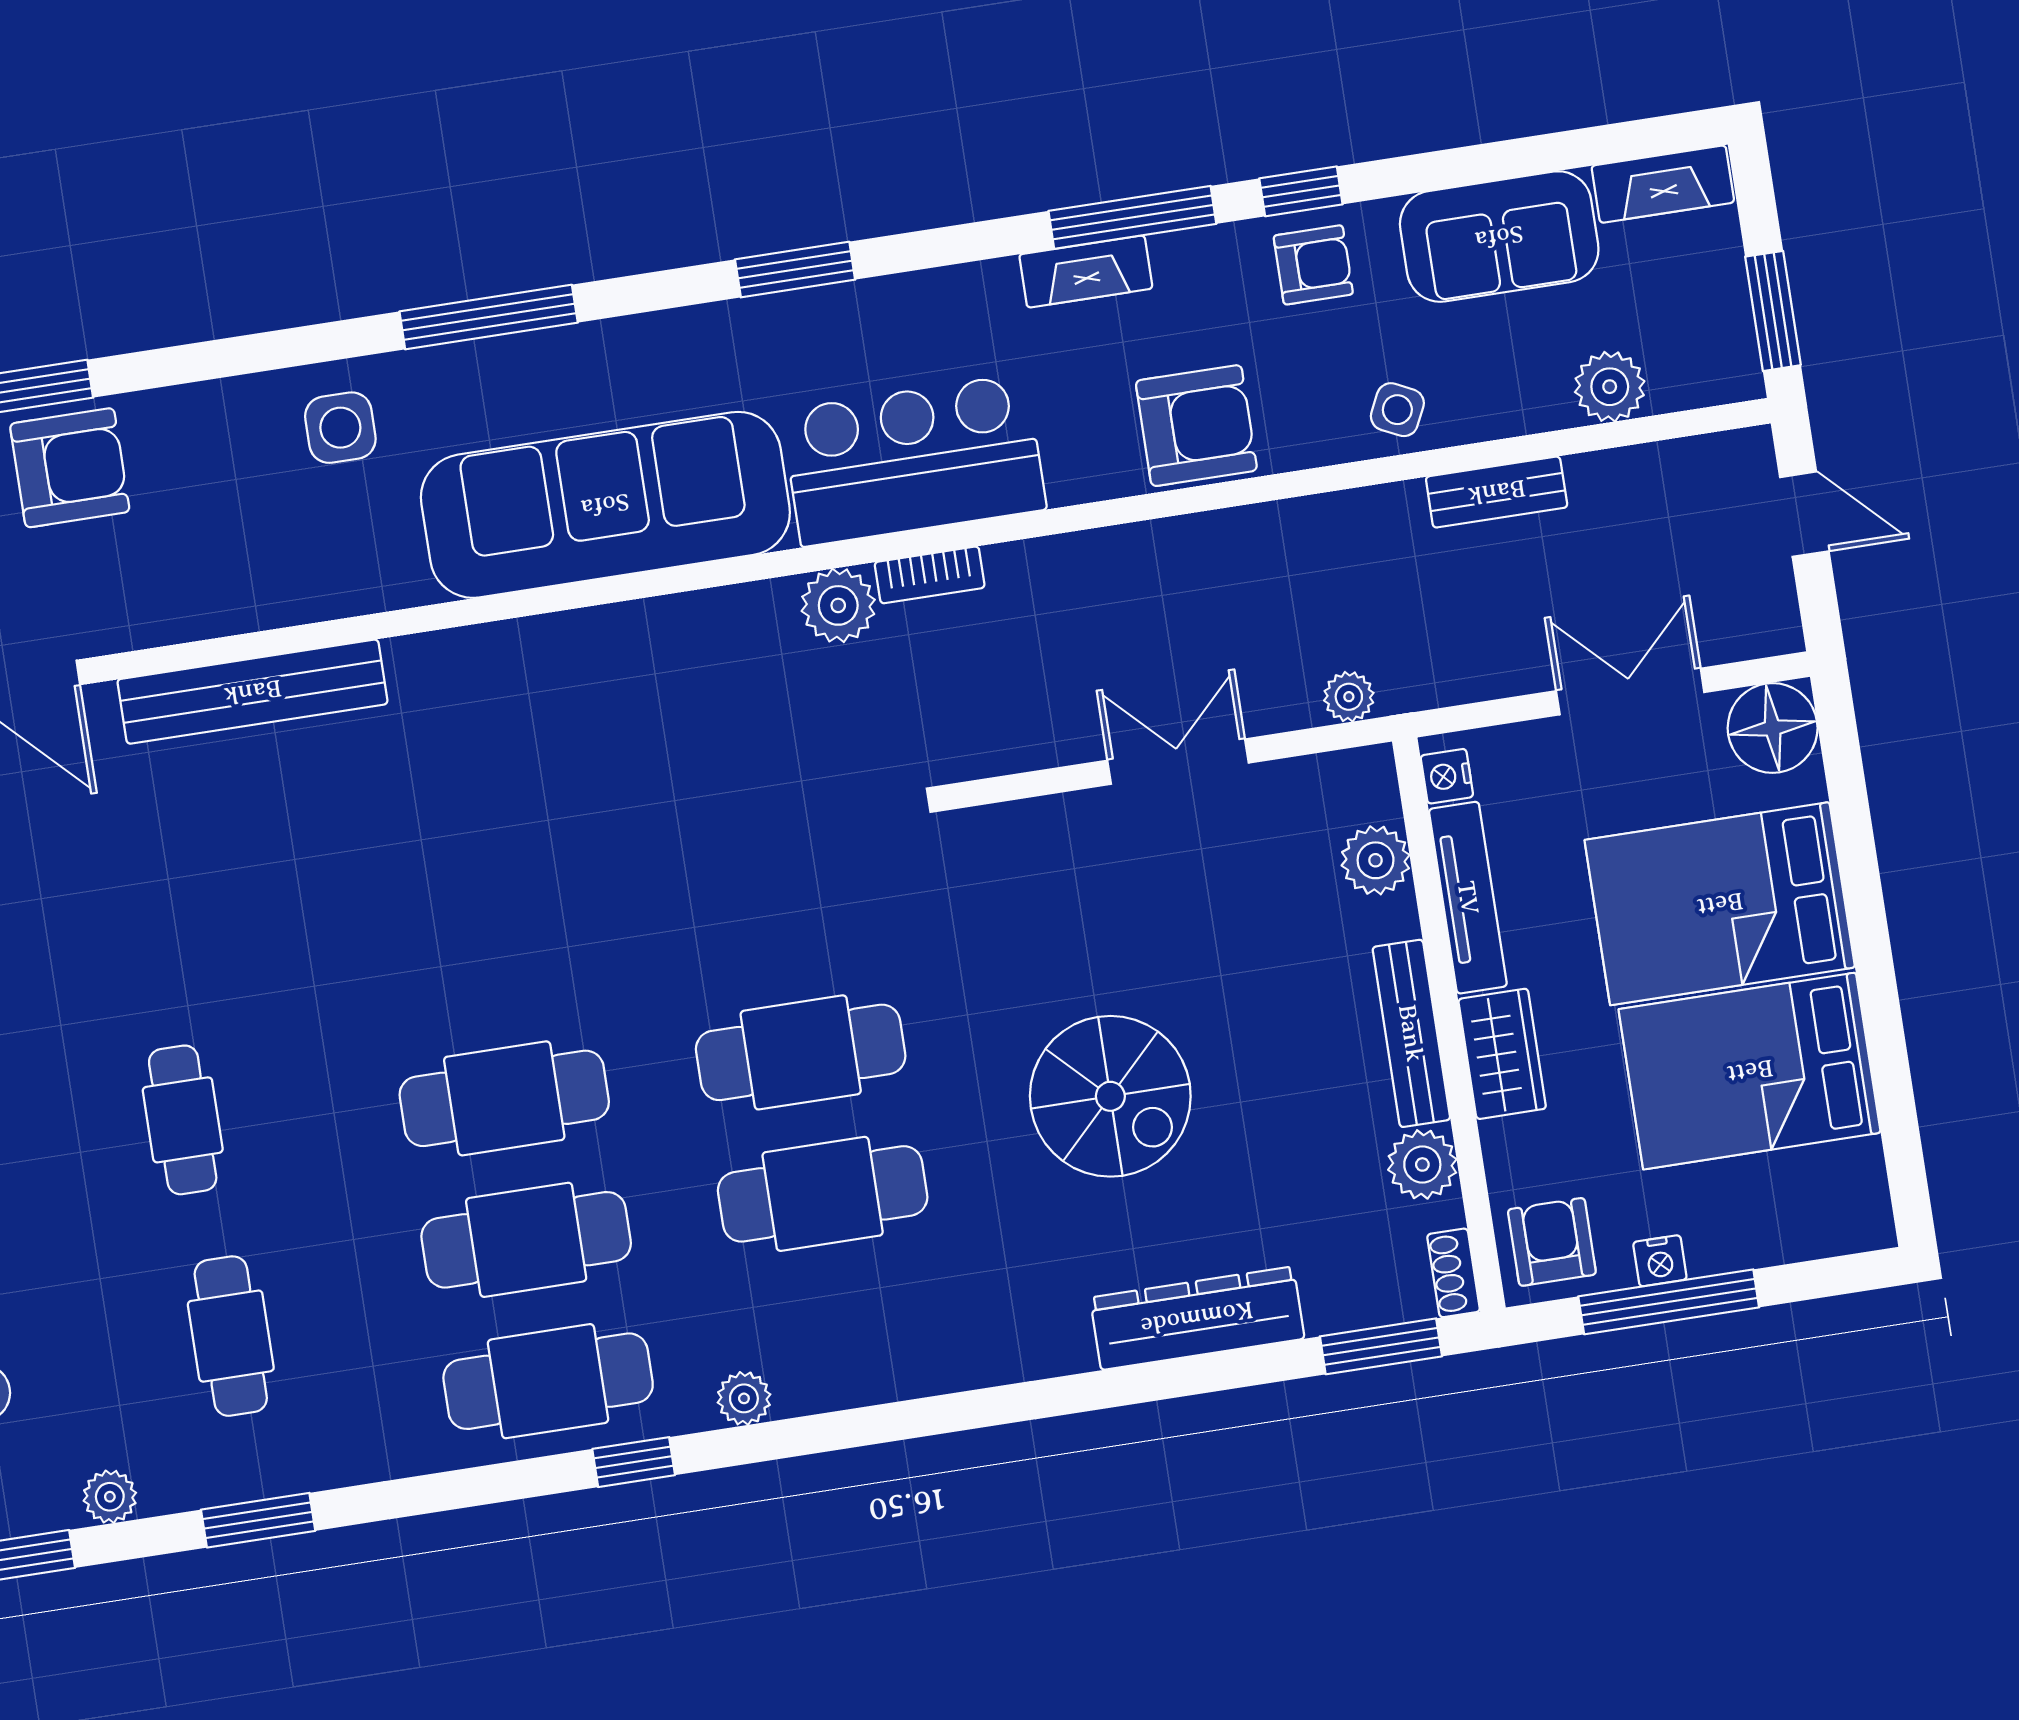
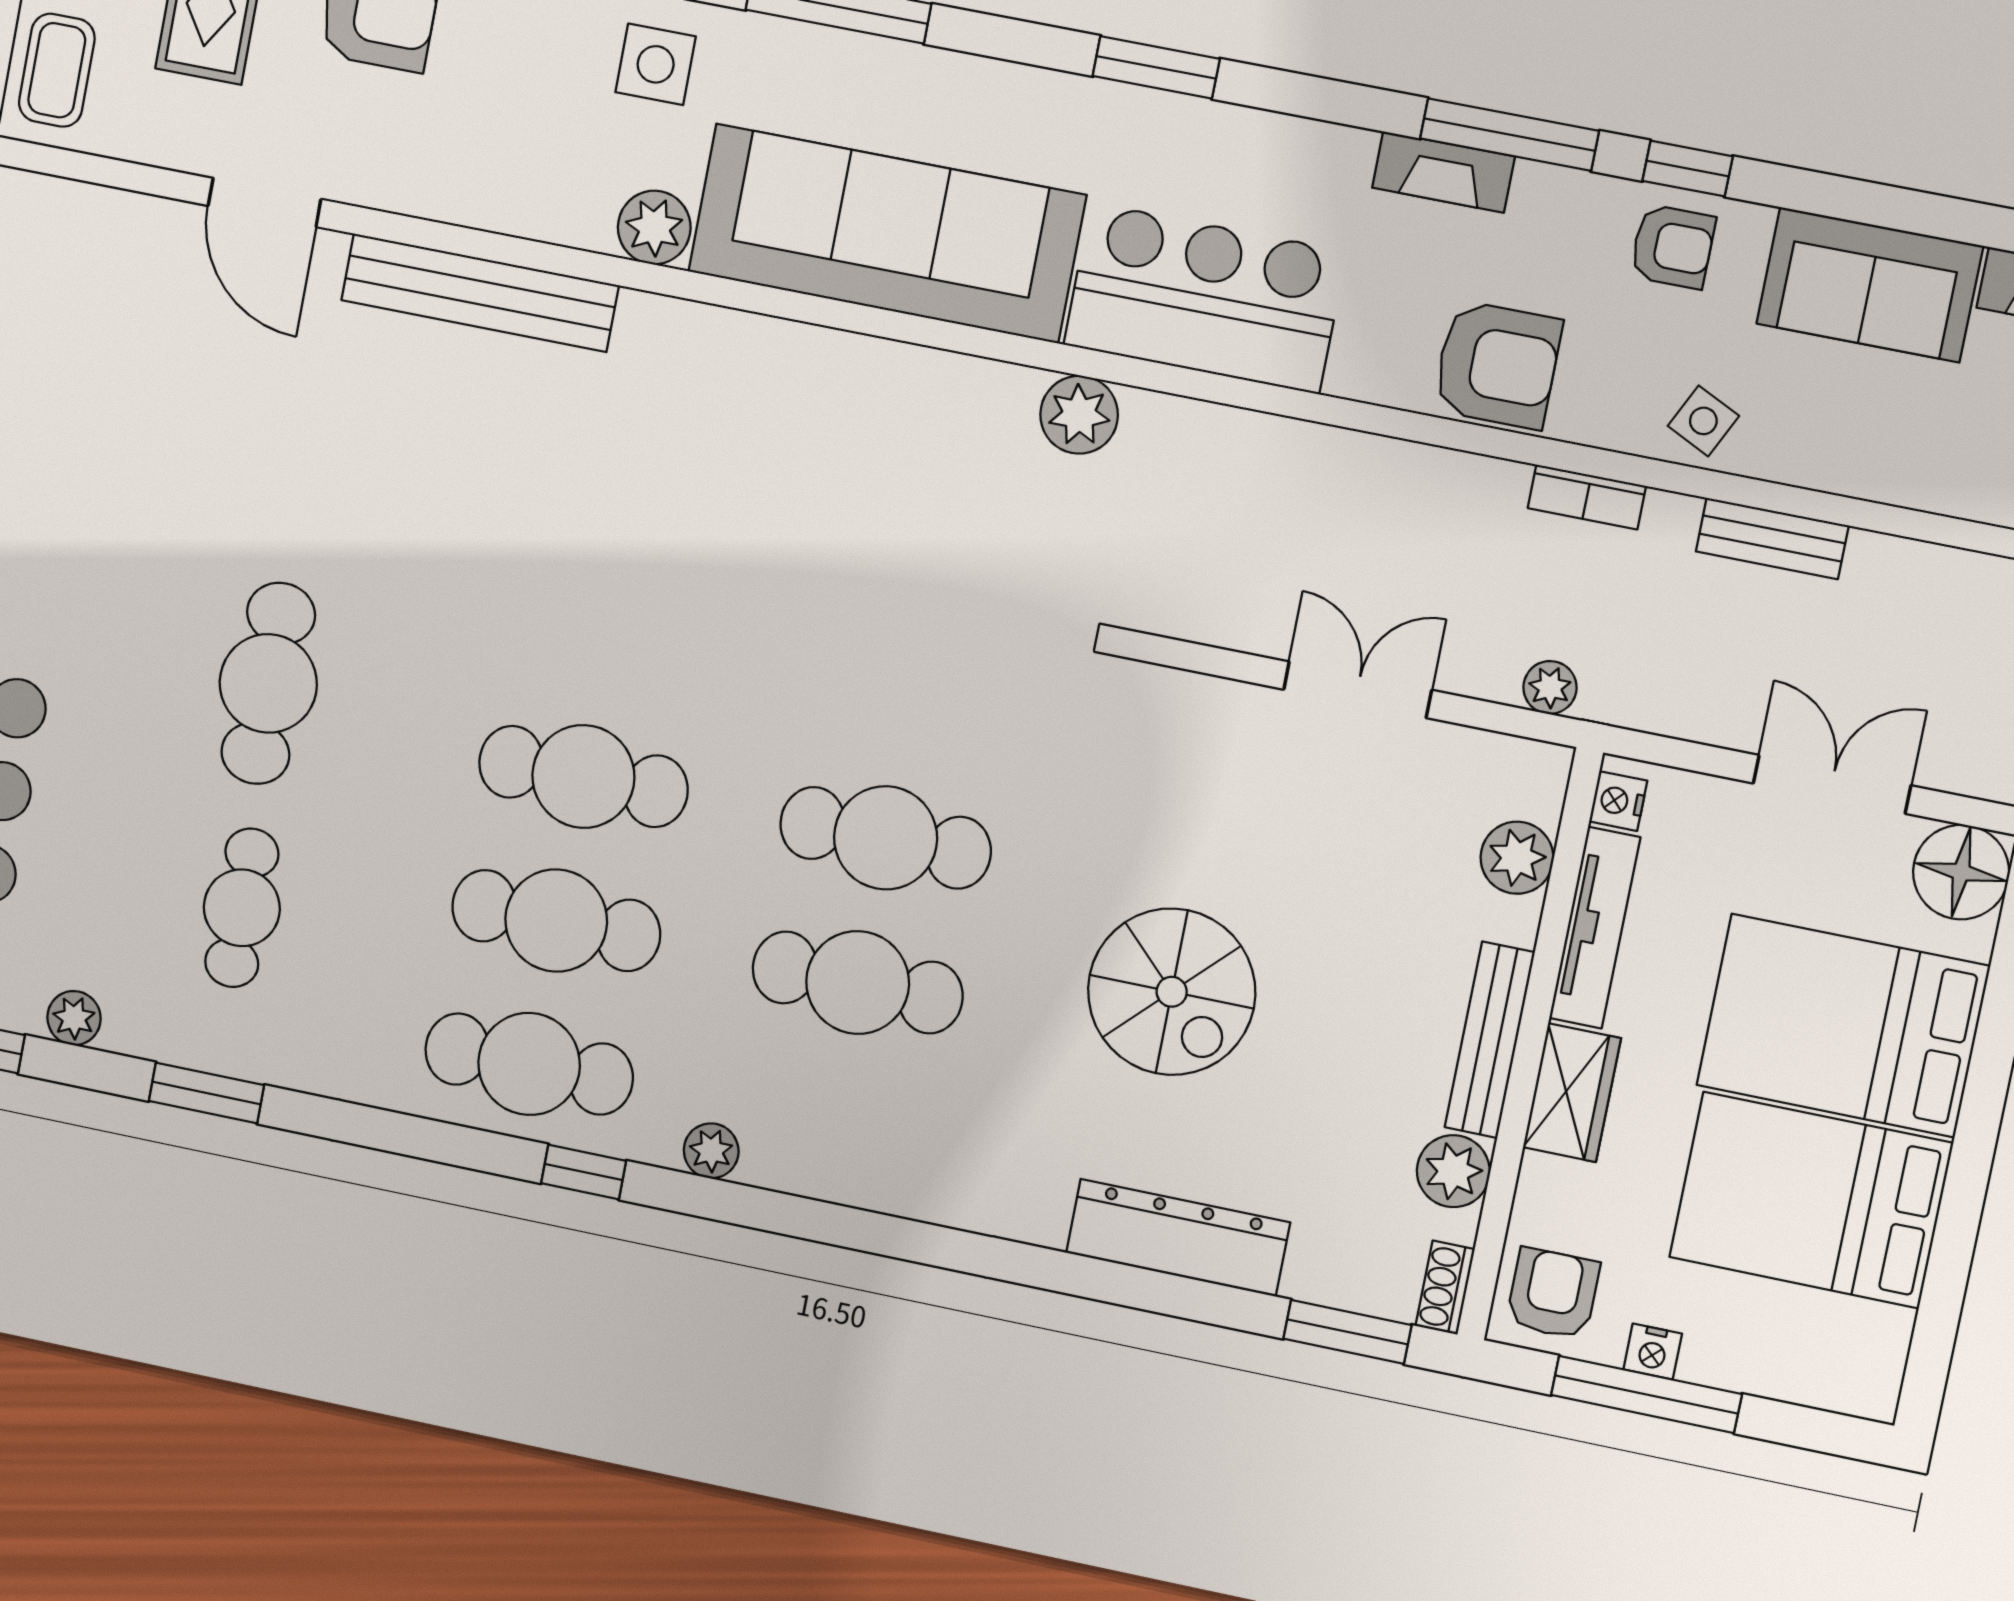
plant: (1610, 387) -> (654, 227), moved
bookcase: (930, 575) -> (1587, 497), moved
cafe table: (183, 1120) -> (268, 683), width x1.37, depth x1.35

